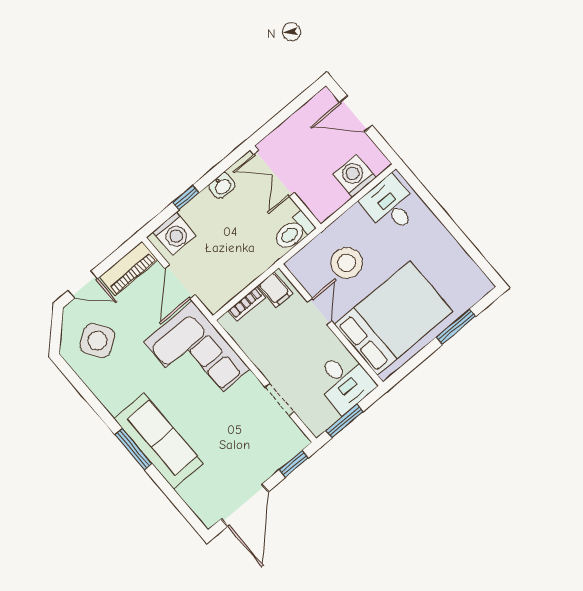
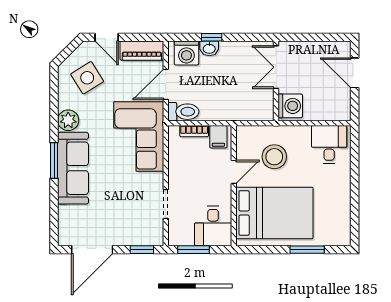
washing machine: (355, 176) -> (290, 106), moved, turned 90
washbasin: (222, 186) -> (209, 48), moved
toilet: (294, 232) -> (183, 112), moved, turned 180
plant: (114, 398) -> (68, 120), added

